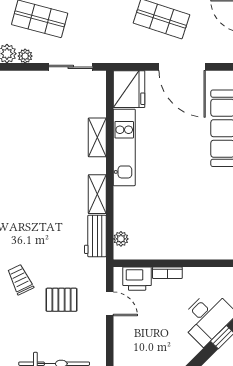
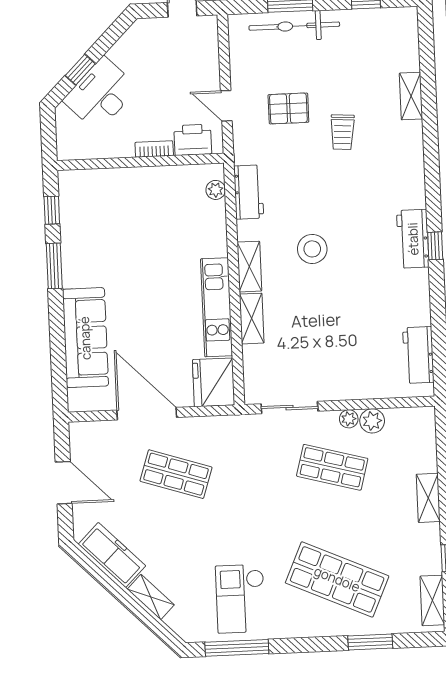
stool: (48, 190) -> (312, 249), added
shelving: (97, 194) -> (249, 267), moved
trolley: (20, 280) -> (342, 132), turned 30

